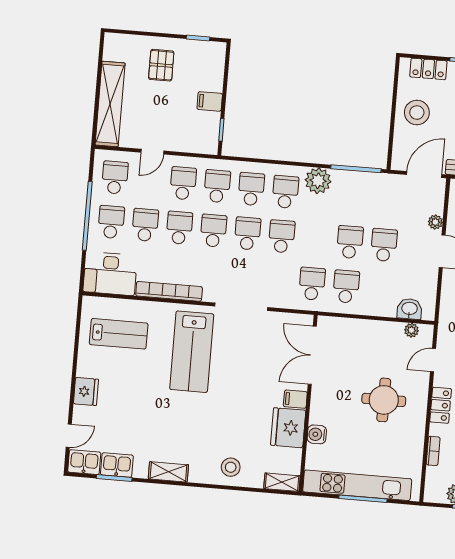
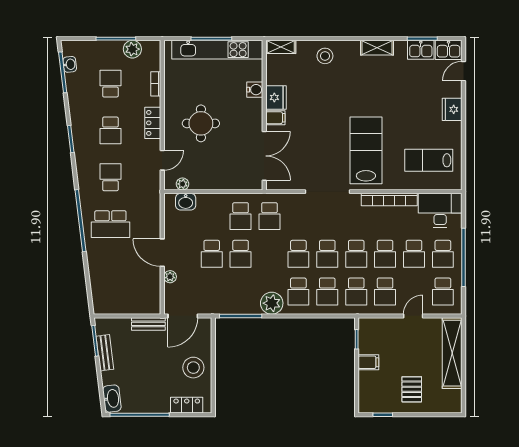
fridge: (288, 428) -> (276, 97), width x0.73, depth x0.75

